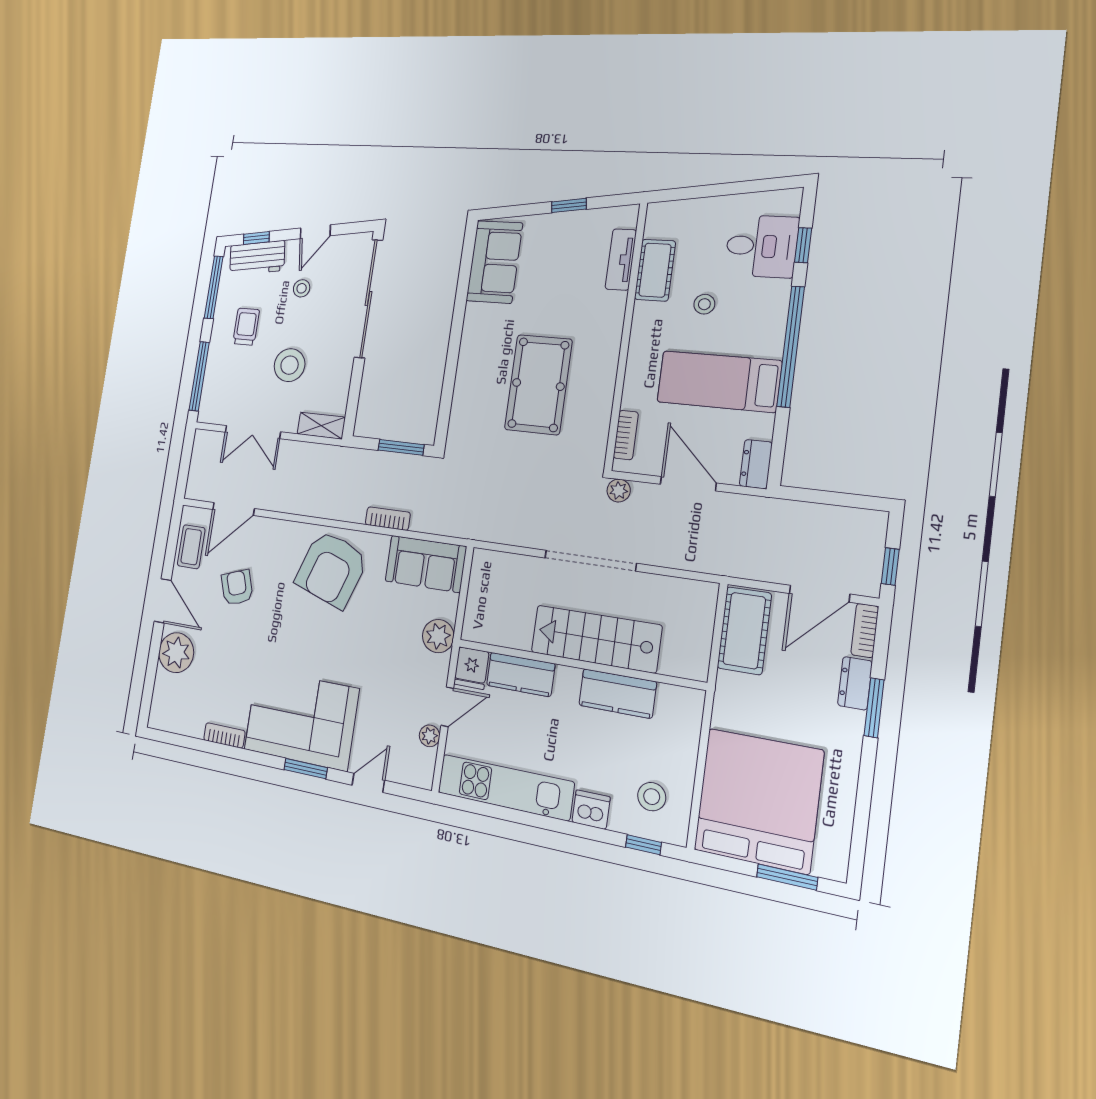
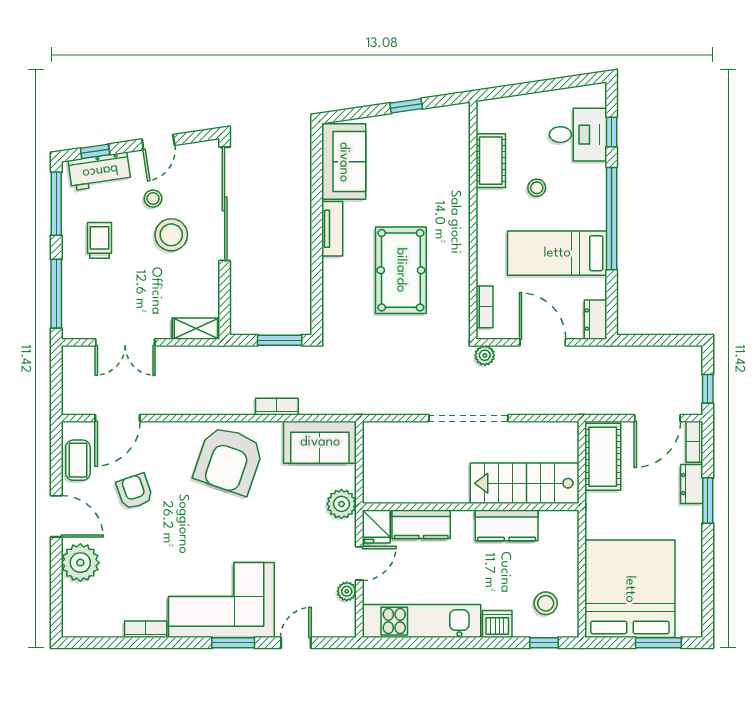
tv unit: (621, 260) -> (332, 229), moved, turned 180
stool: (290, 365) -> (171, 235), moved
stairs: (596, 639) -> (525, 483), moved

